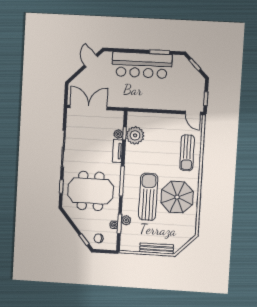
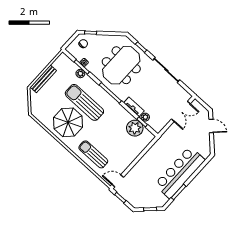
door: (91, 61) -> (211, 126), moved
double door: (89, 107) -> (181, 111), width x0.73
sun lounger: (148, 197) -> (84, 102), turned 180

